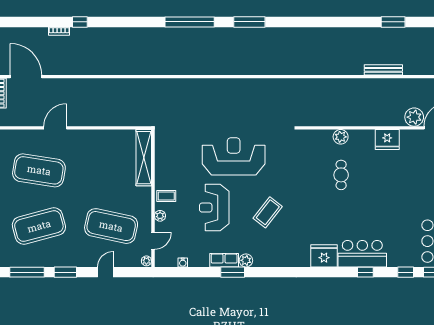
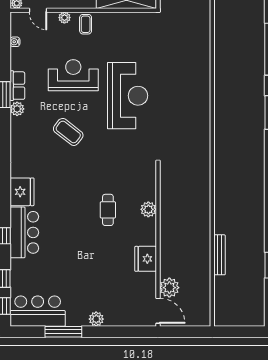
cafe table: (341, 175) -> (108, 210), turned 90

